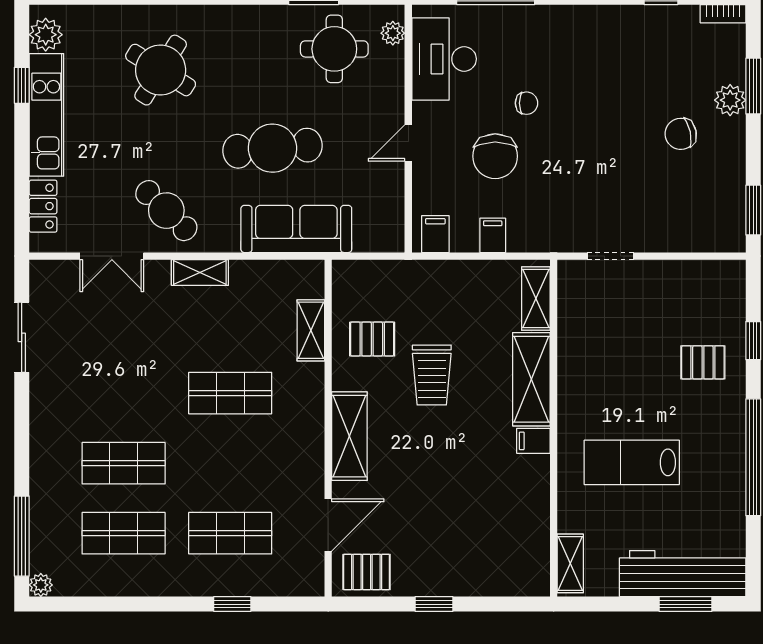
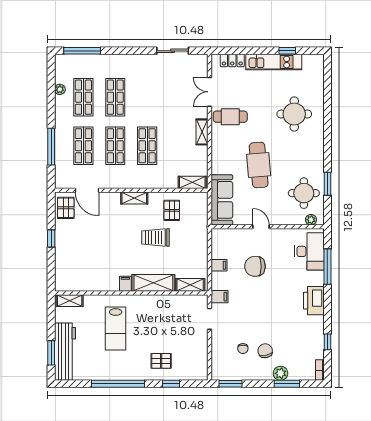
printer: (571, 27) -> (314, 301), added
plant: (46, 35) -> (310, 62), removed
desk: (444, 59) -> (309, 251), moved, turned 90
round table: (161, 70) -> (294, 114), turned -32
chair: (527, 103) -> (243, 349), moved
cafe table: (166, 211) -> (230, 117), turned 46
sofa: (296, 229) -> (222, 200), moved
filing cabinet: (435, 234) -> (220, 297), moved
shelving: (311, 330) -> (192, 182), moved
pallet: (703, 362) -> (161, 361), turned 90
shelving: (349, 436) -> (134, 198), width x0.67, depth x0.75
lab bench: (632, 462) -> (116, 328), turned 180
shop shelf: (230, 463) -> (115, 146), added
plant: (41, 585) -> (60, 89), moved
window: (232, 604) -> (51, 147), width x2.17

